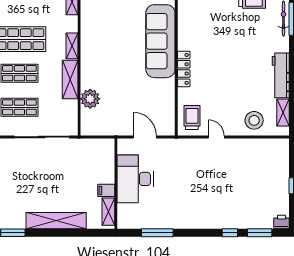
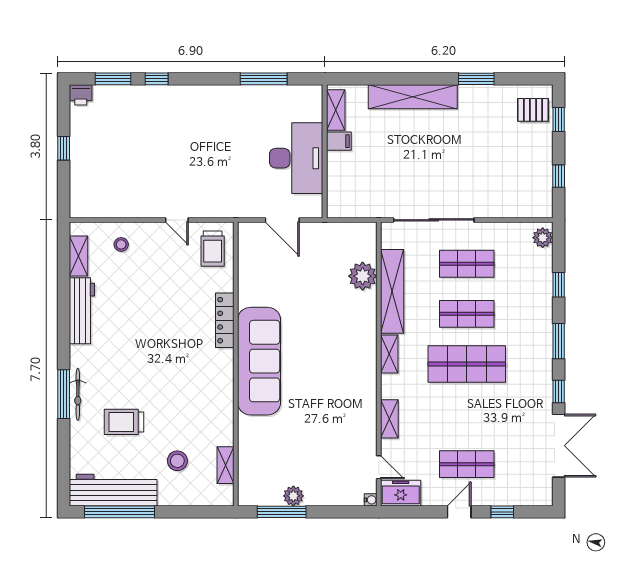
shelving: (70, 79) -> (392, 291), width x1.47
stool: (254, 120) -> (121, 244), width x0.53, depth x0.53

